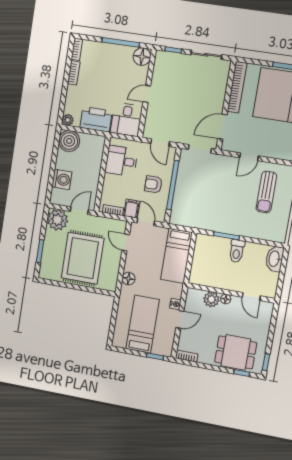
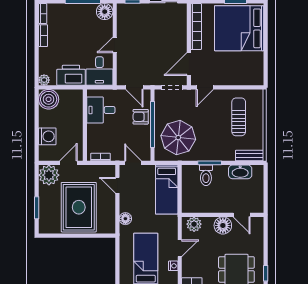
door: (249, 157) -> (205, 87), moved
armchair: (153, 184) -> (141, 117), moved
sun lounger: (266, 192) -> (239, 117), turned 180
parasol: (198, 203) -> (178, 138), added
filing cabinet: (131, 209) -> (117, 153), removed
bench: (271, 235) -> (250, 156), added
toilet: (237, 251) -> (206, 175), moved
washbasin: (275, 259) -> (240, 172), moved, turned -90
plant: (211, 299) -> (194, 224), moved
floor lamp: (226, 299) -> (223, 225), width x1.89, depth x1.89
nightstand: (175, 304) -> (173, 266), moved

